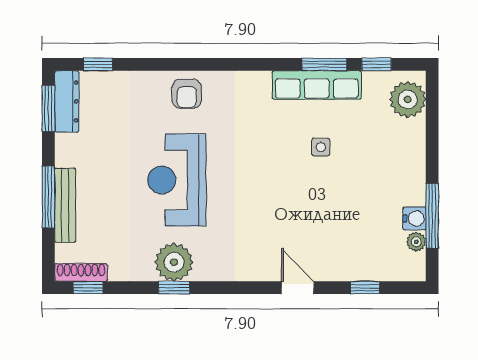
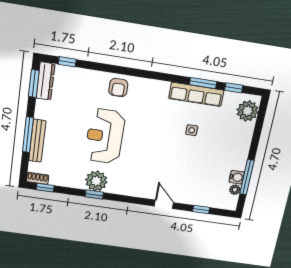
shoe rack: (81, 272) -> (38, 178), width x0.70

